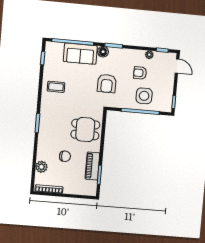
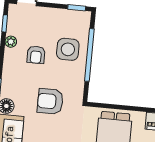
armchair: (107, 83) -> (50, 101), turned 180

